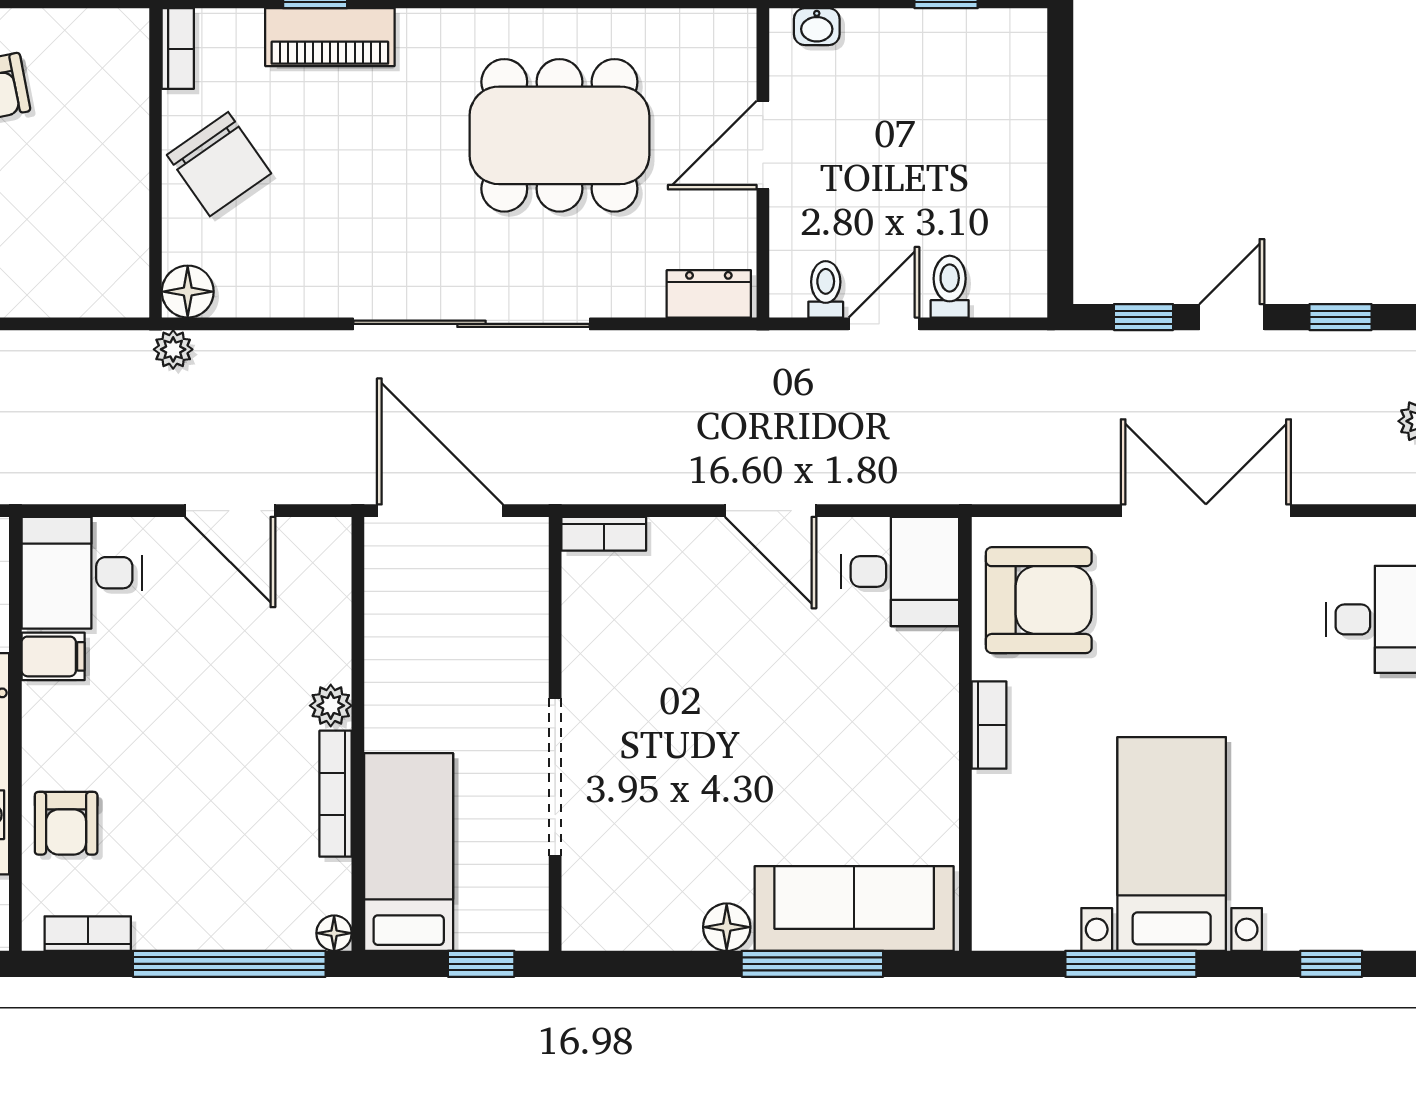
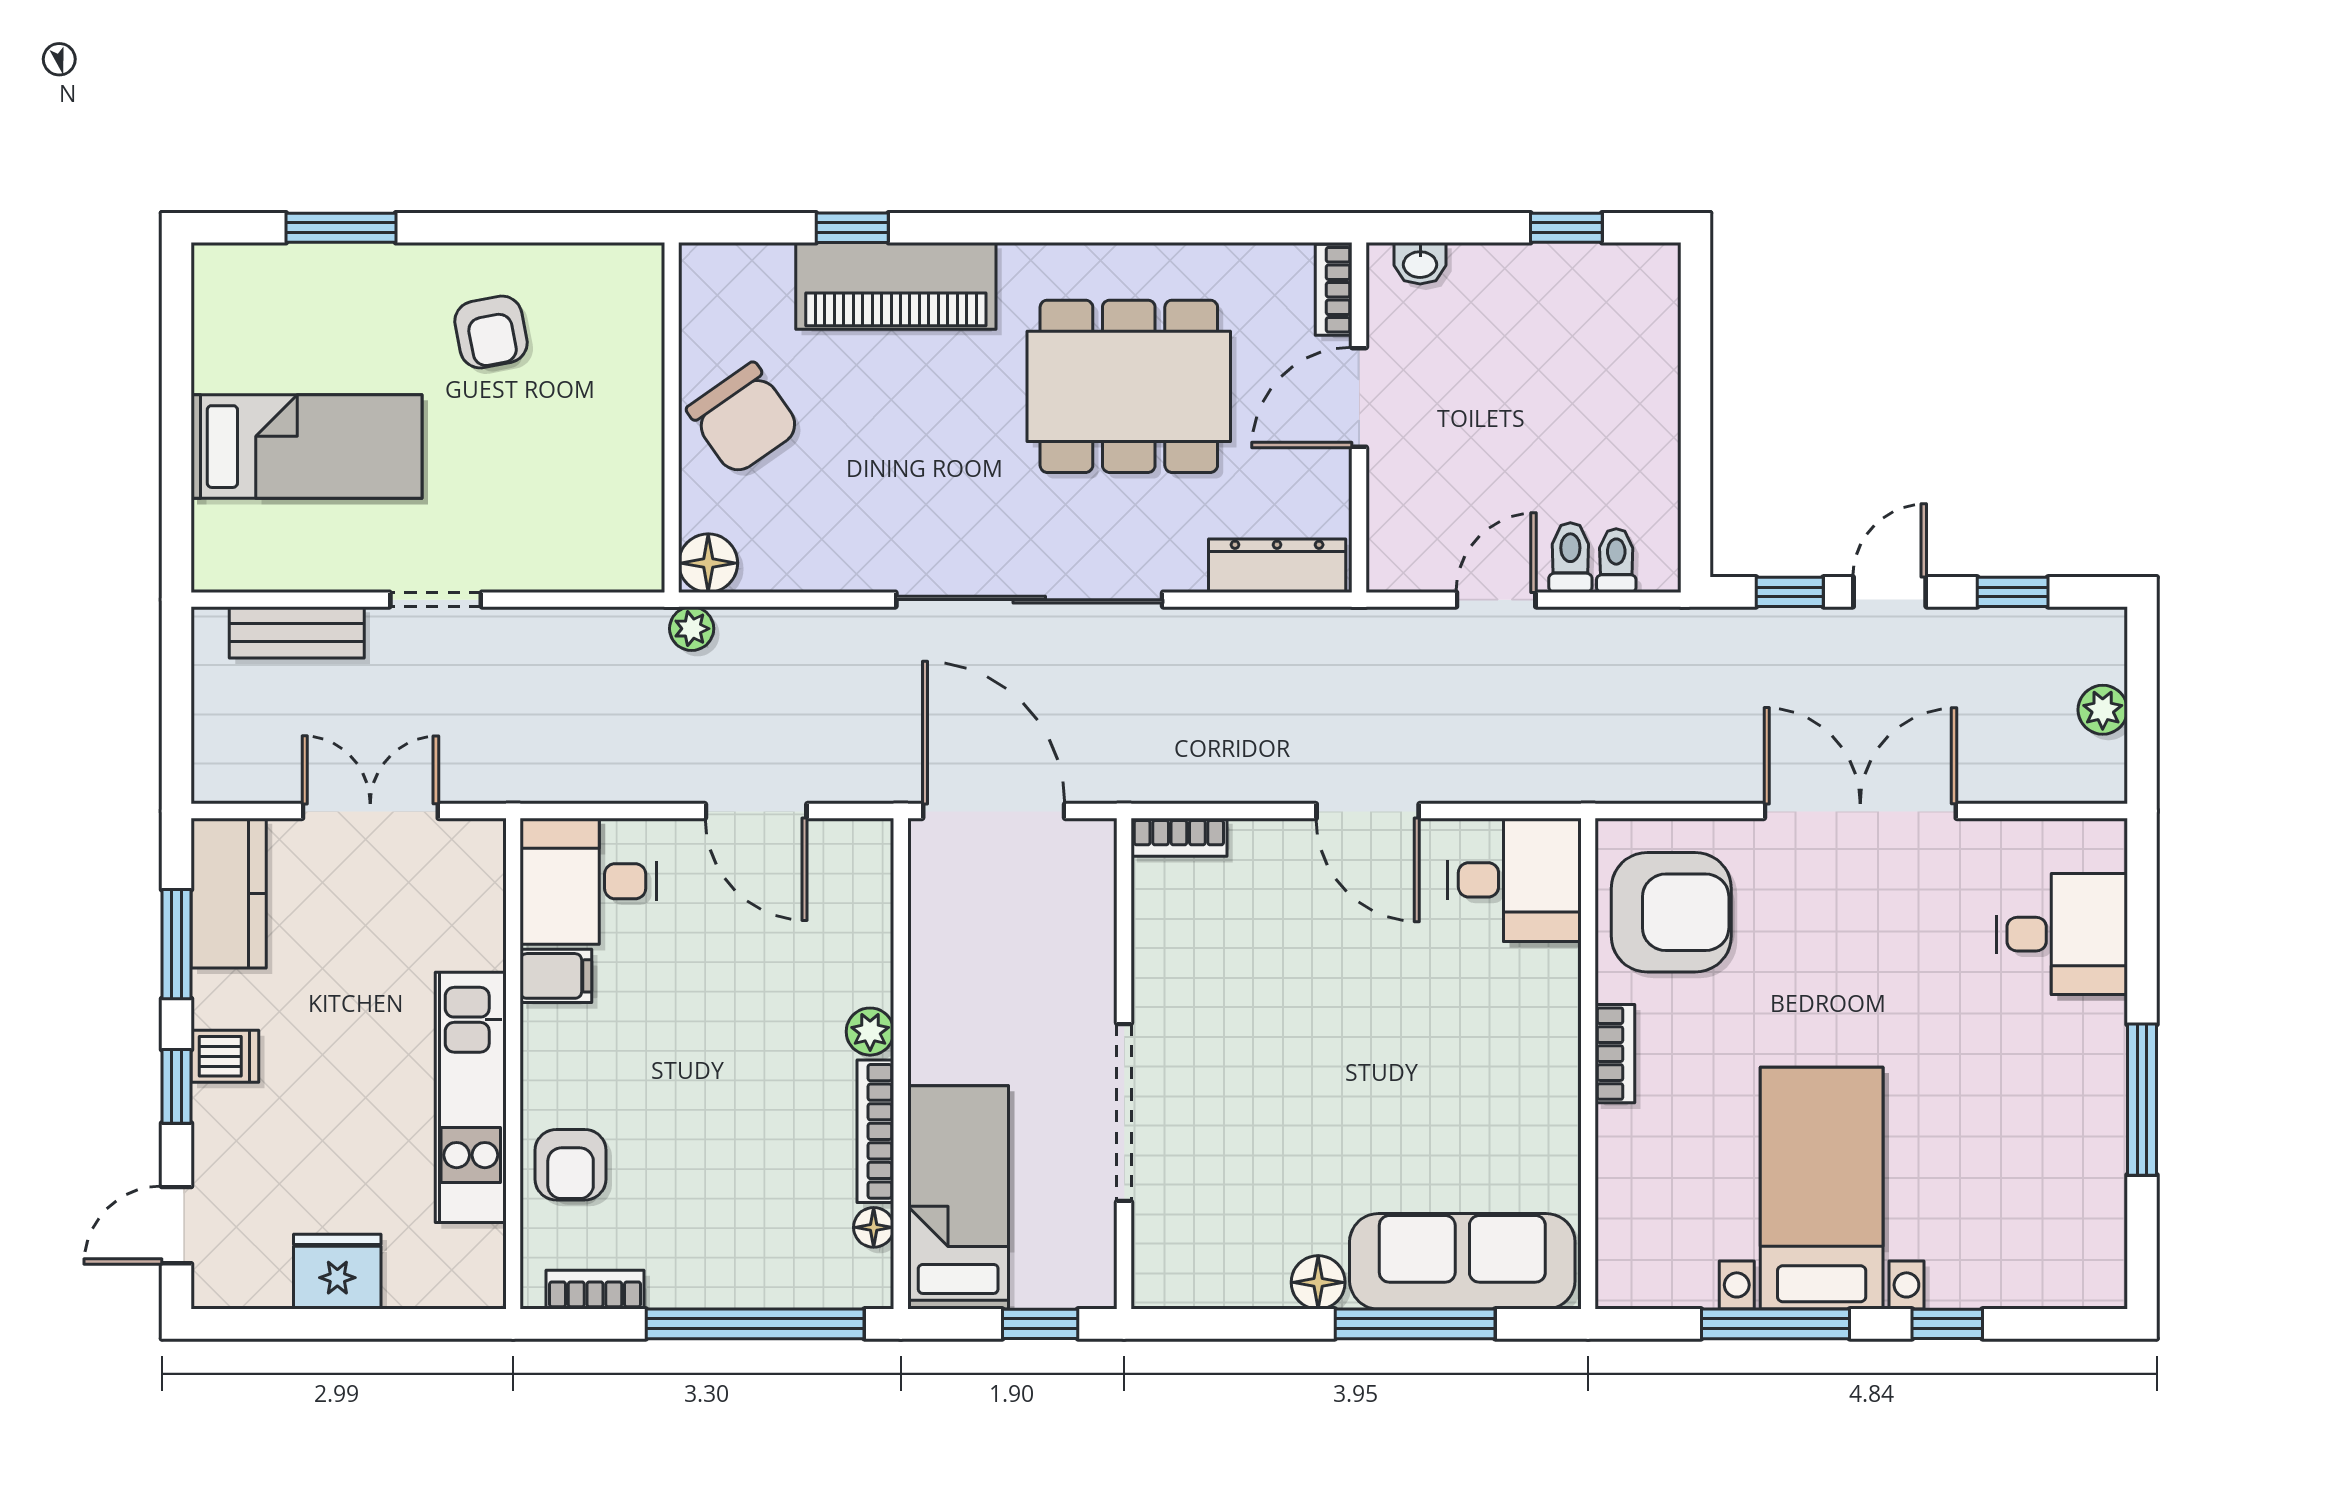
piano: (330, 37) -> (896, 286), width x1.37, depth x1.33
bookcase: (178, 49) -> (1334, 290), moved, turned 180
toilet: (826, 289) -> (1616, 561), moved
dresser: (709, 294) -> (1277, 566), width x1.44
floor lamp: (334, 933) -> (874, 1227), moved
window: (1331, 964) -> (1947, 1324), moved

